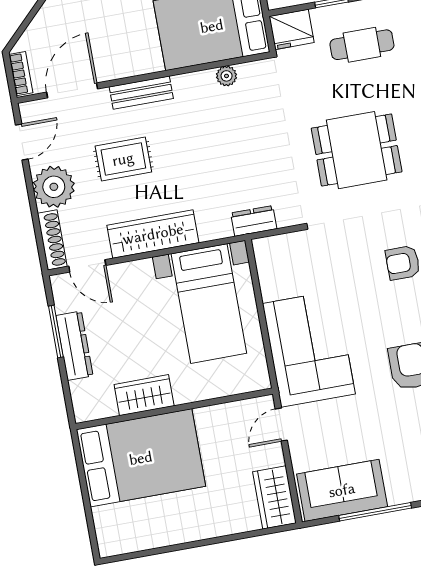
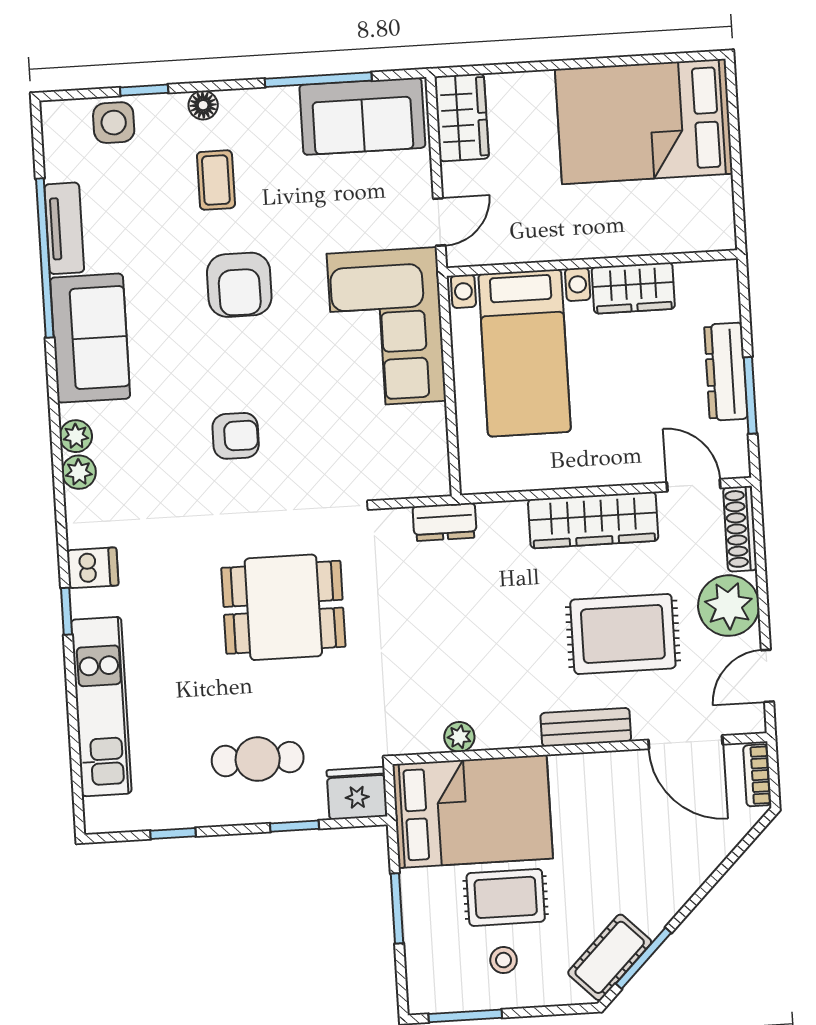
door: (72, 90) -> (686, 742), hinge flipped
rug: (123, 159) -> (623, 634), width x1.36, depth x1.43
bed with nightstands: (209, 304) -> (525, 353), moved, turned 180
bed: (141, 458) -> (644, 121), moved

